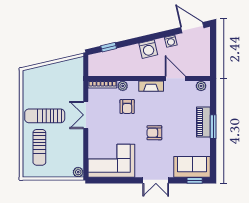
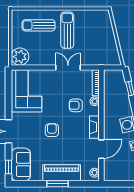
piano: (203, 122) -> (62, 173), width x1.37, depth x1.33
plant: (78, 172) -> (20, 57), width x1.88, depth x1.88

